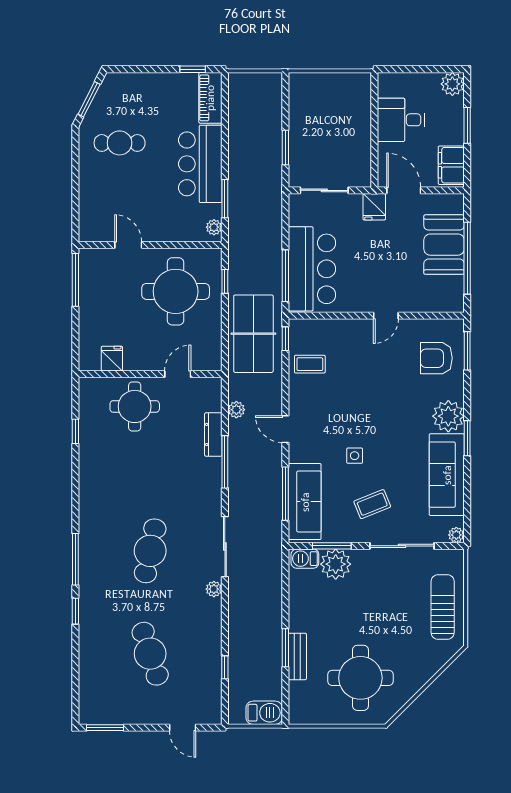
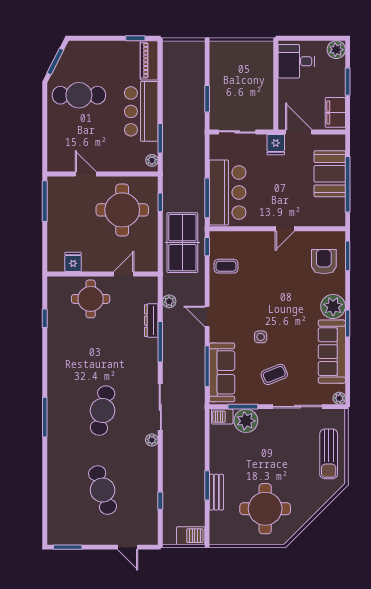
desk: (401, 120) -> (296, 61), moved
cafe table: (120, 143) -> (79, 95), width x1.37, depth x1.35
armchair: (436, 358) -> (324, 262), turned 90
sun lounger: (443, 607) -> (329, 454), turned 180
window: (75, 611) -> (45, 457), removed

